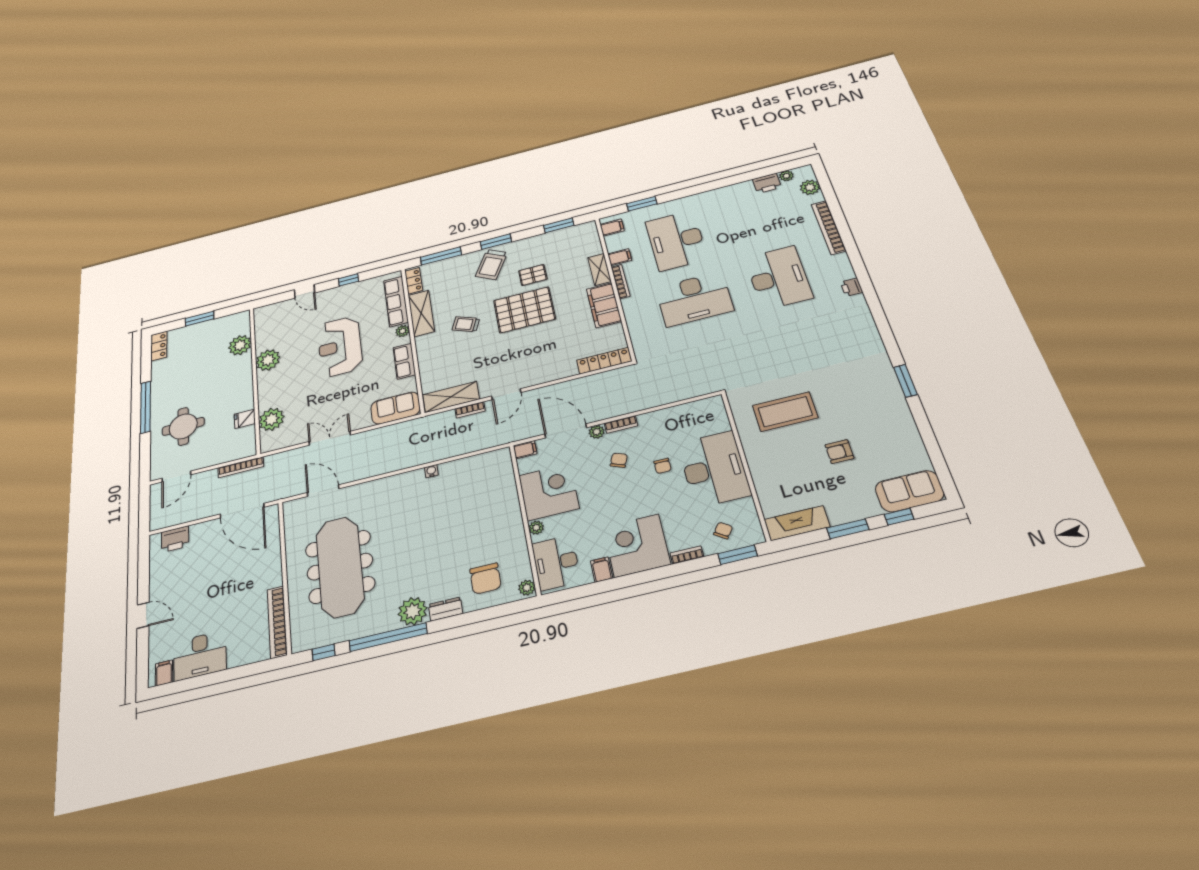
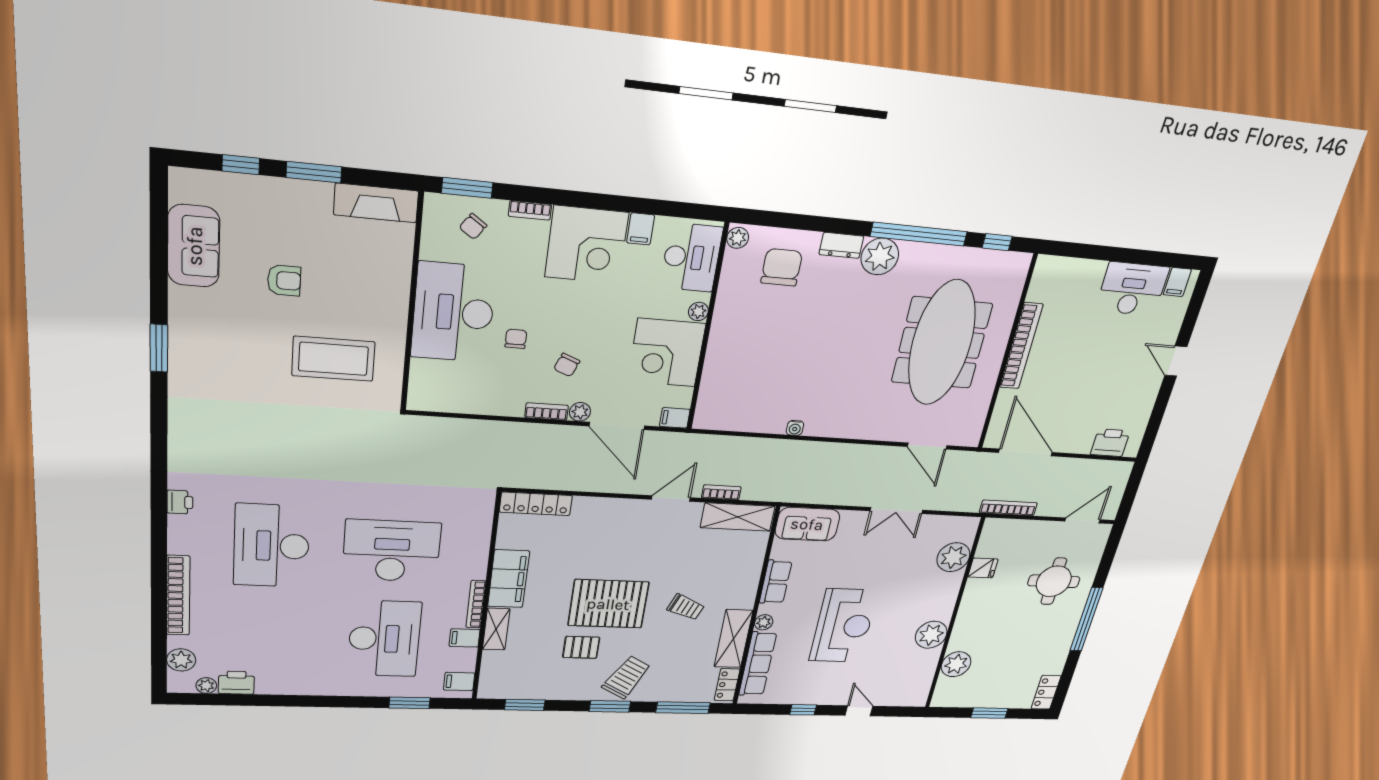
sofa: (910, 491) -> (194, 246), moved, turned -90
bookcase: (277, 622) -> (1021, 346), moved

